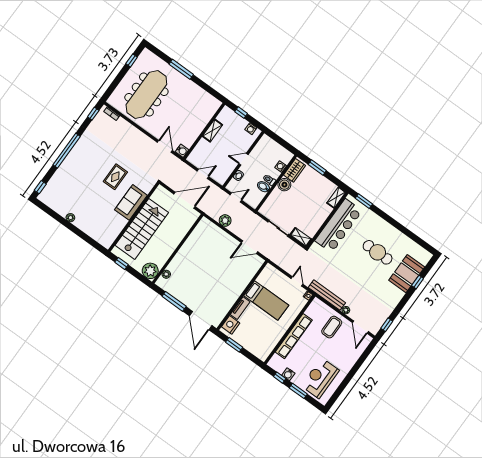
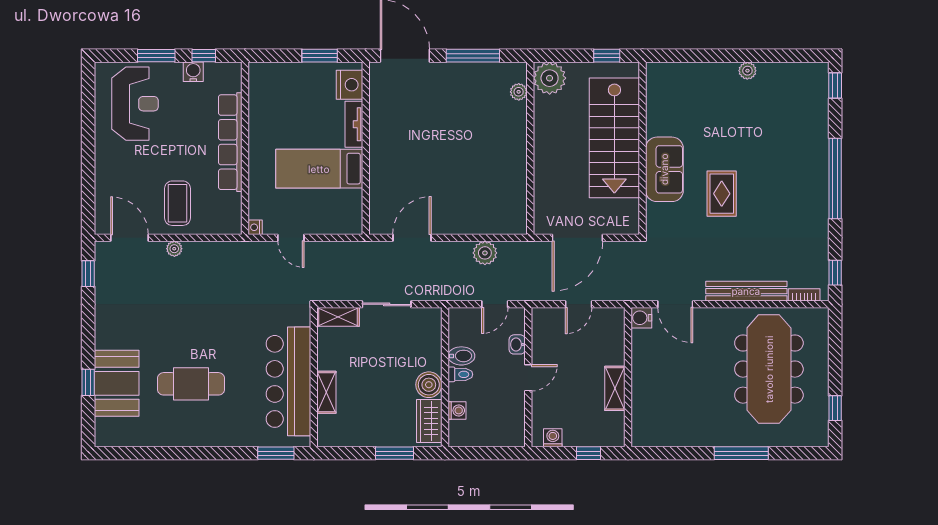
shelving: (336, 197) -> (326, 392), moved
bench: (327, 295) -> (746, 291), moved

